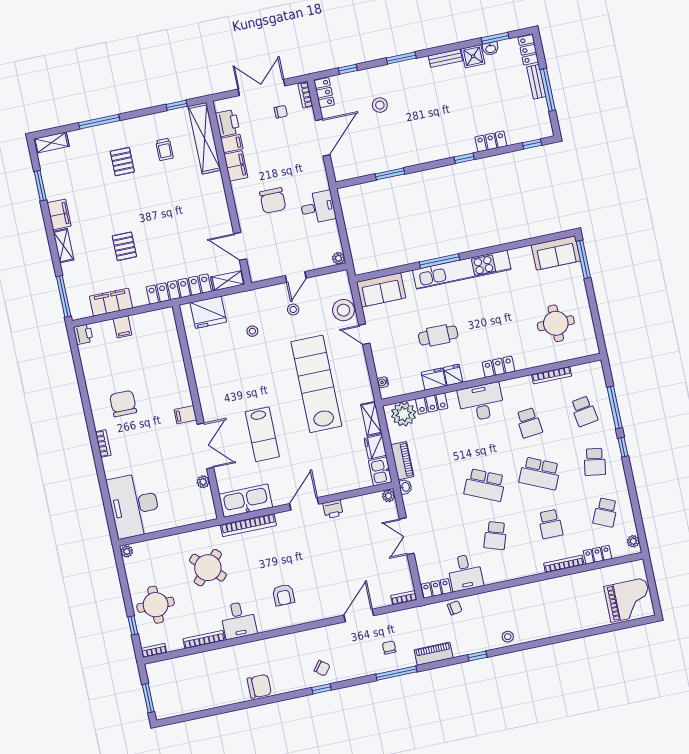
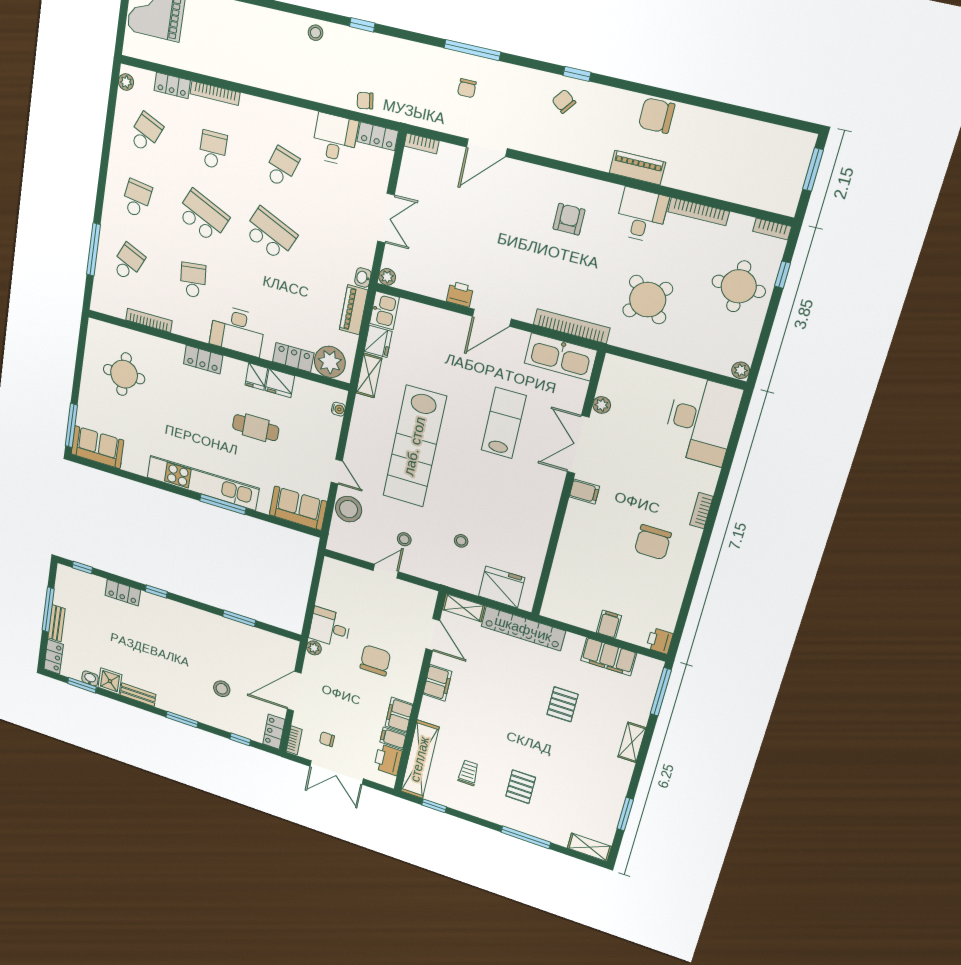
filing cabinet: (59, 214) -> (437, 683), moved, turned 180
plant: (338, 258) -> (314, 648), moved
school desk: (584, 411) -> (128, 262), turned 33
window: (623, 447) -> (100, 200), removed
piano: (434, 654) -> (637, 168), moved, turned 180

